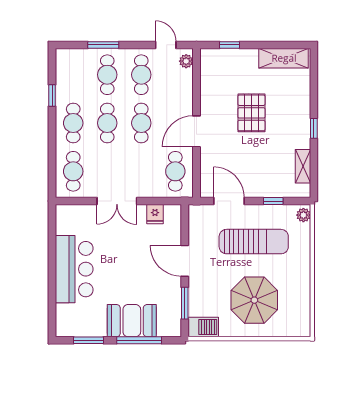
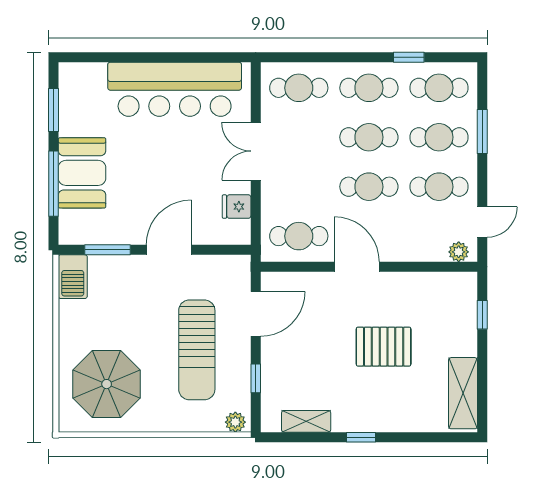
cafe table: (73, 75) -> (439, 88), added
bar counter: (74, 269) -> (175, 89), width x1.36
parasol: (254, 300) -> (107, 384), moved

